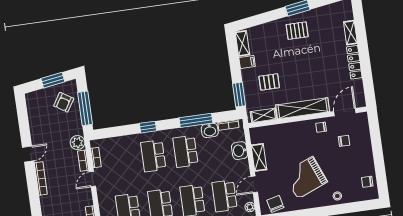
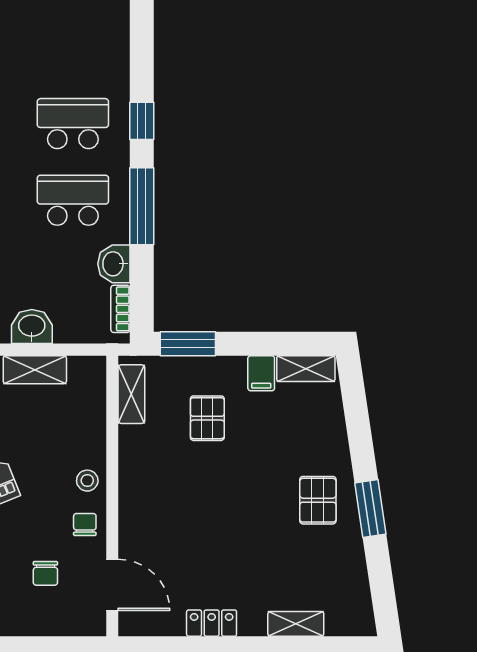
locker: (354, 62) -> (212, 623), width x0.66
shelving: (303, 108) -> (135, 488), removed
window: (196, 120) -> (142, 206), moved
stool: (302, 129) -> (87, 481), added
washbasin: (240, 151) -> (32, 327), moved

